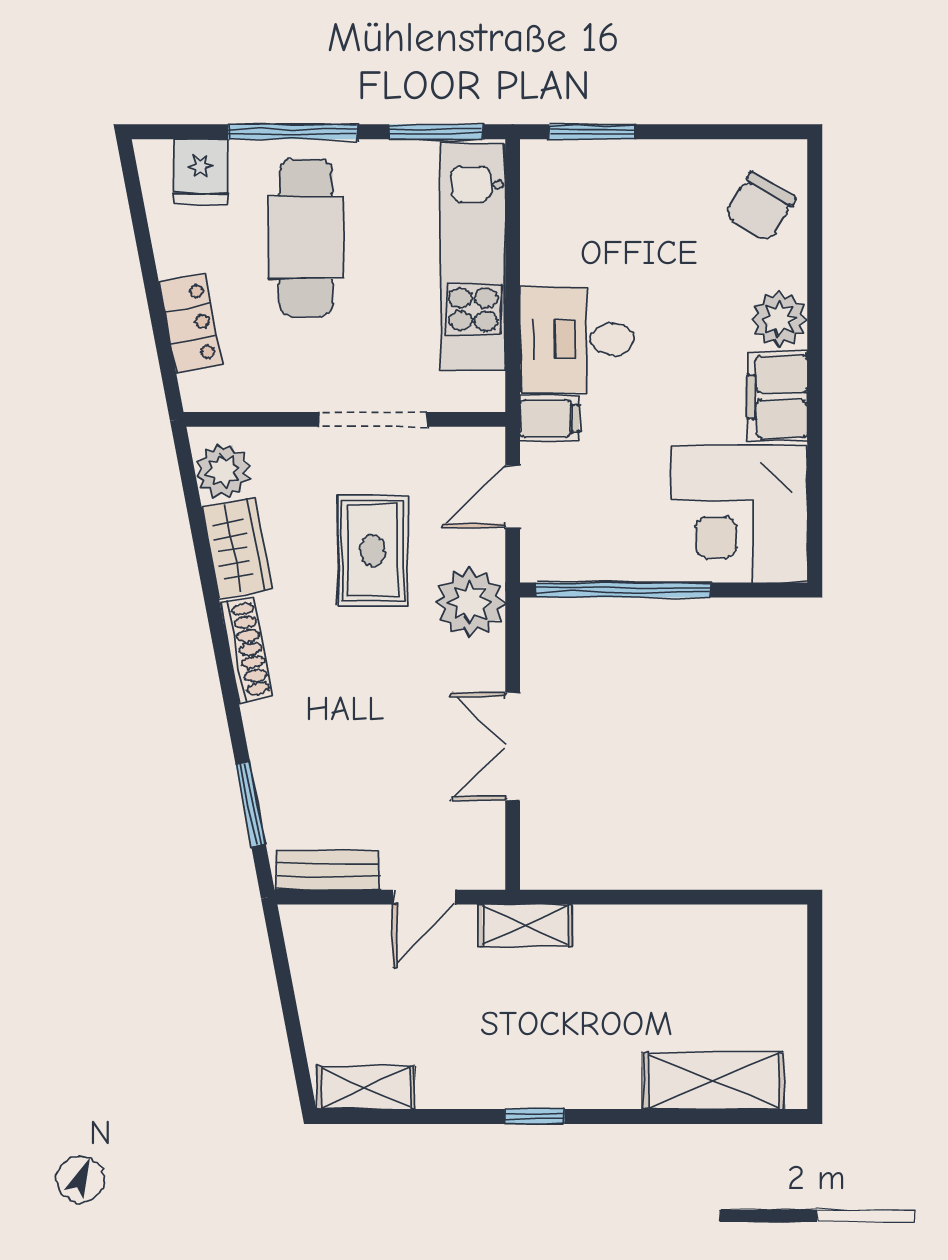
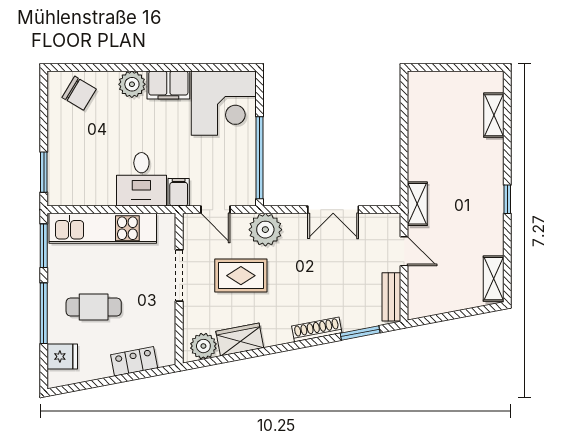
cafe table: (306, 238) -> (94, 307), width x0.73, depth x0.74
shoe rack: (246, 650) -> (317, 329), moved
shelving: (713, 1081) -> (494, 115), width x0.67, depth x0.75

